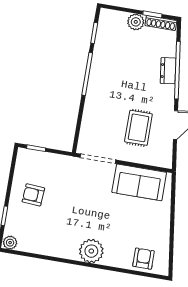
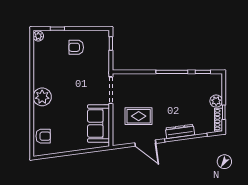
dresser: (168, 71) -> (180, 131), width x1.44
armchair: (33, 195) -> (76, 47), turned -94

